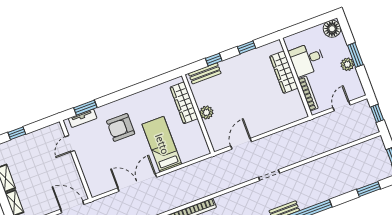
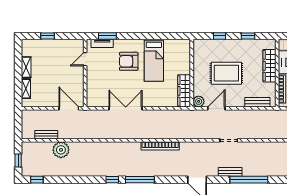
bench: (205, 73) -> (257, 102), moved
rug: (238, 99) -> (226, 73), added
wardrobe: (184, 103) -> (184, 91), moved
plant: (206, 112) -> (199, 101), moved
bed: (162, 144) -> (154, 60), moved, turned 180

